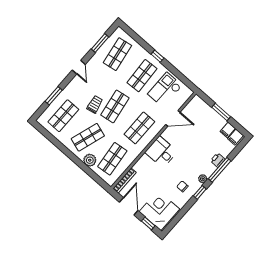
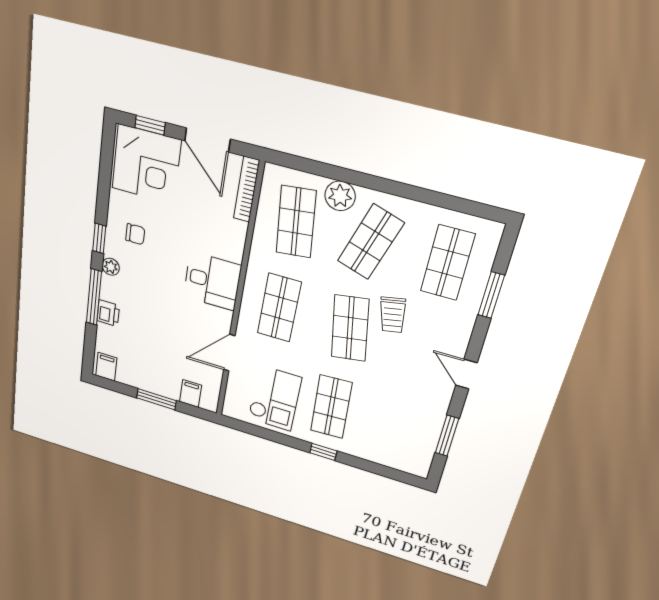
shop shelf: (117, 54) -> (401, 428), removed
filing cabinet: (228, 130) -> (190, 393), moved

